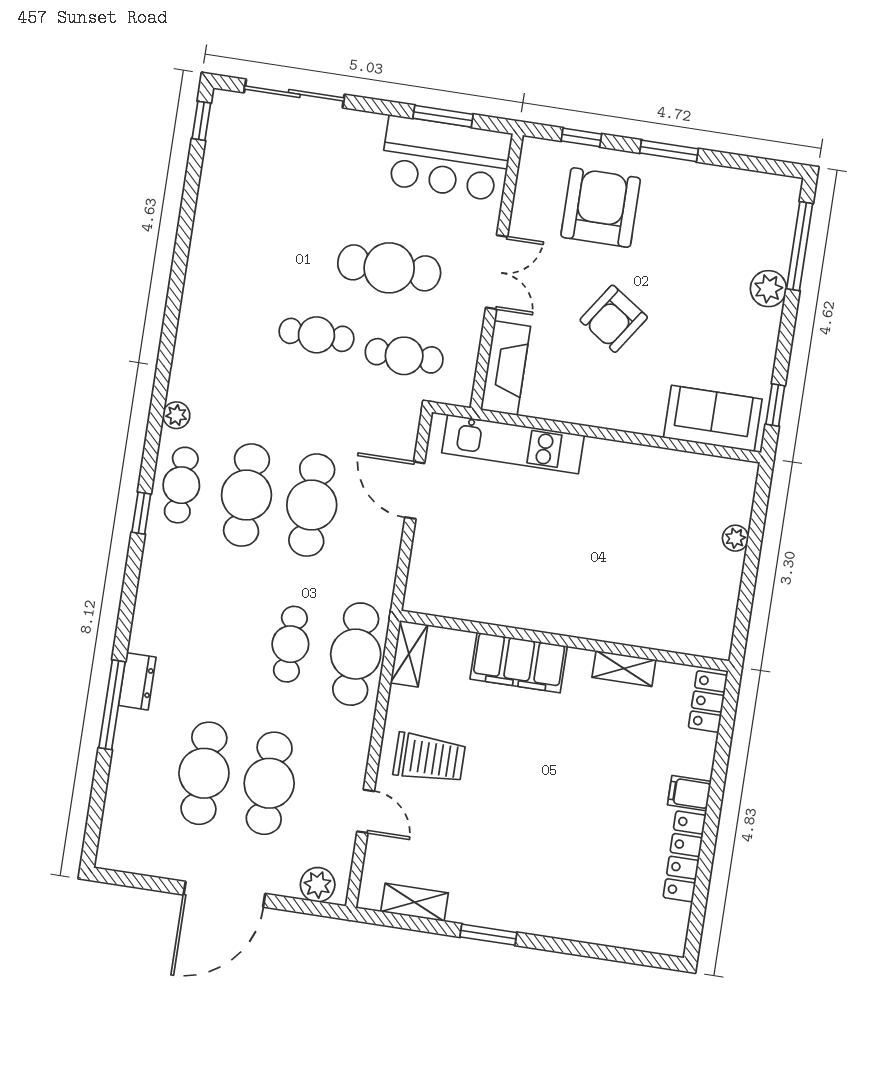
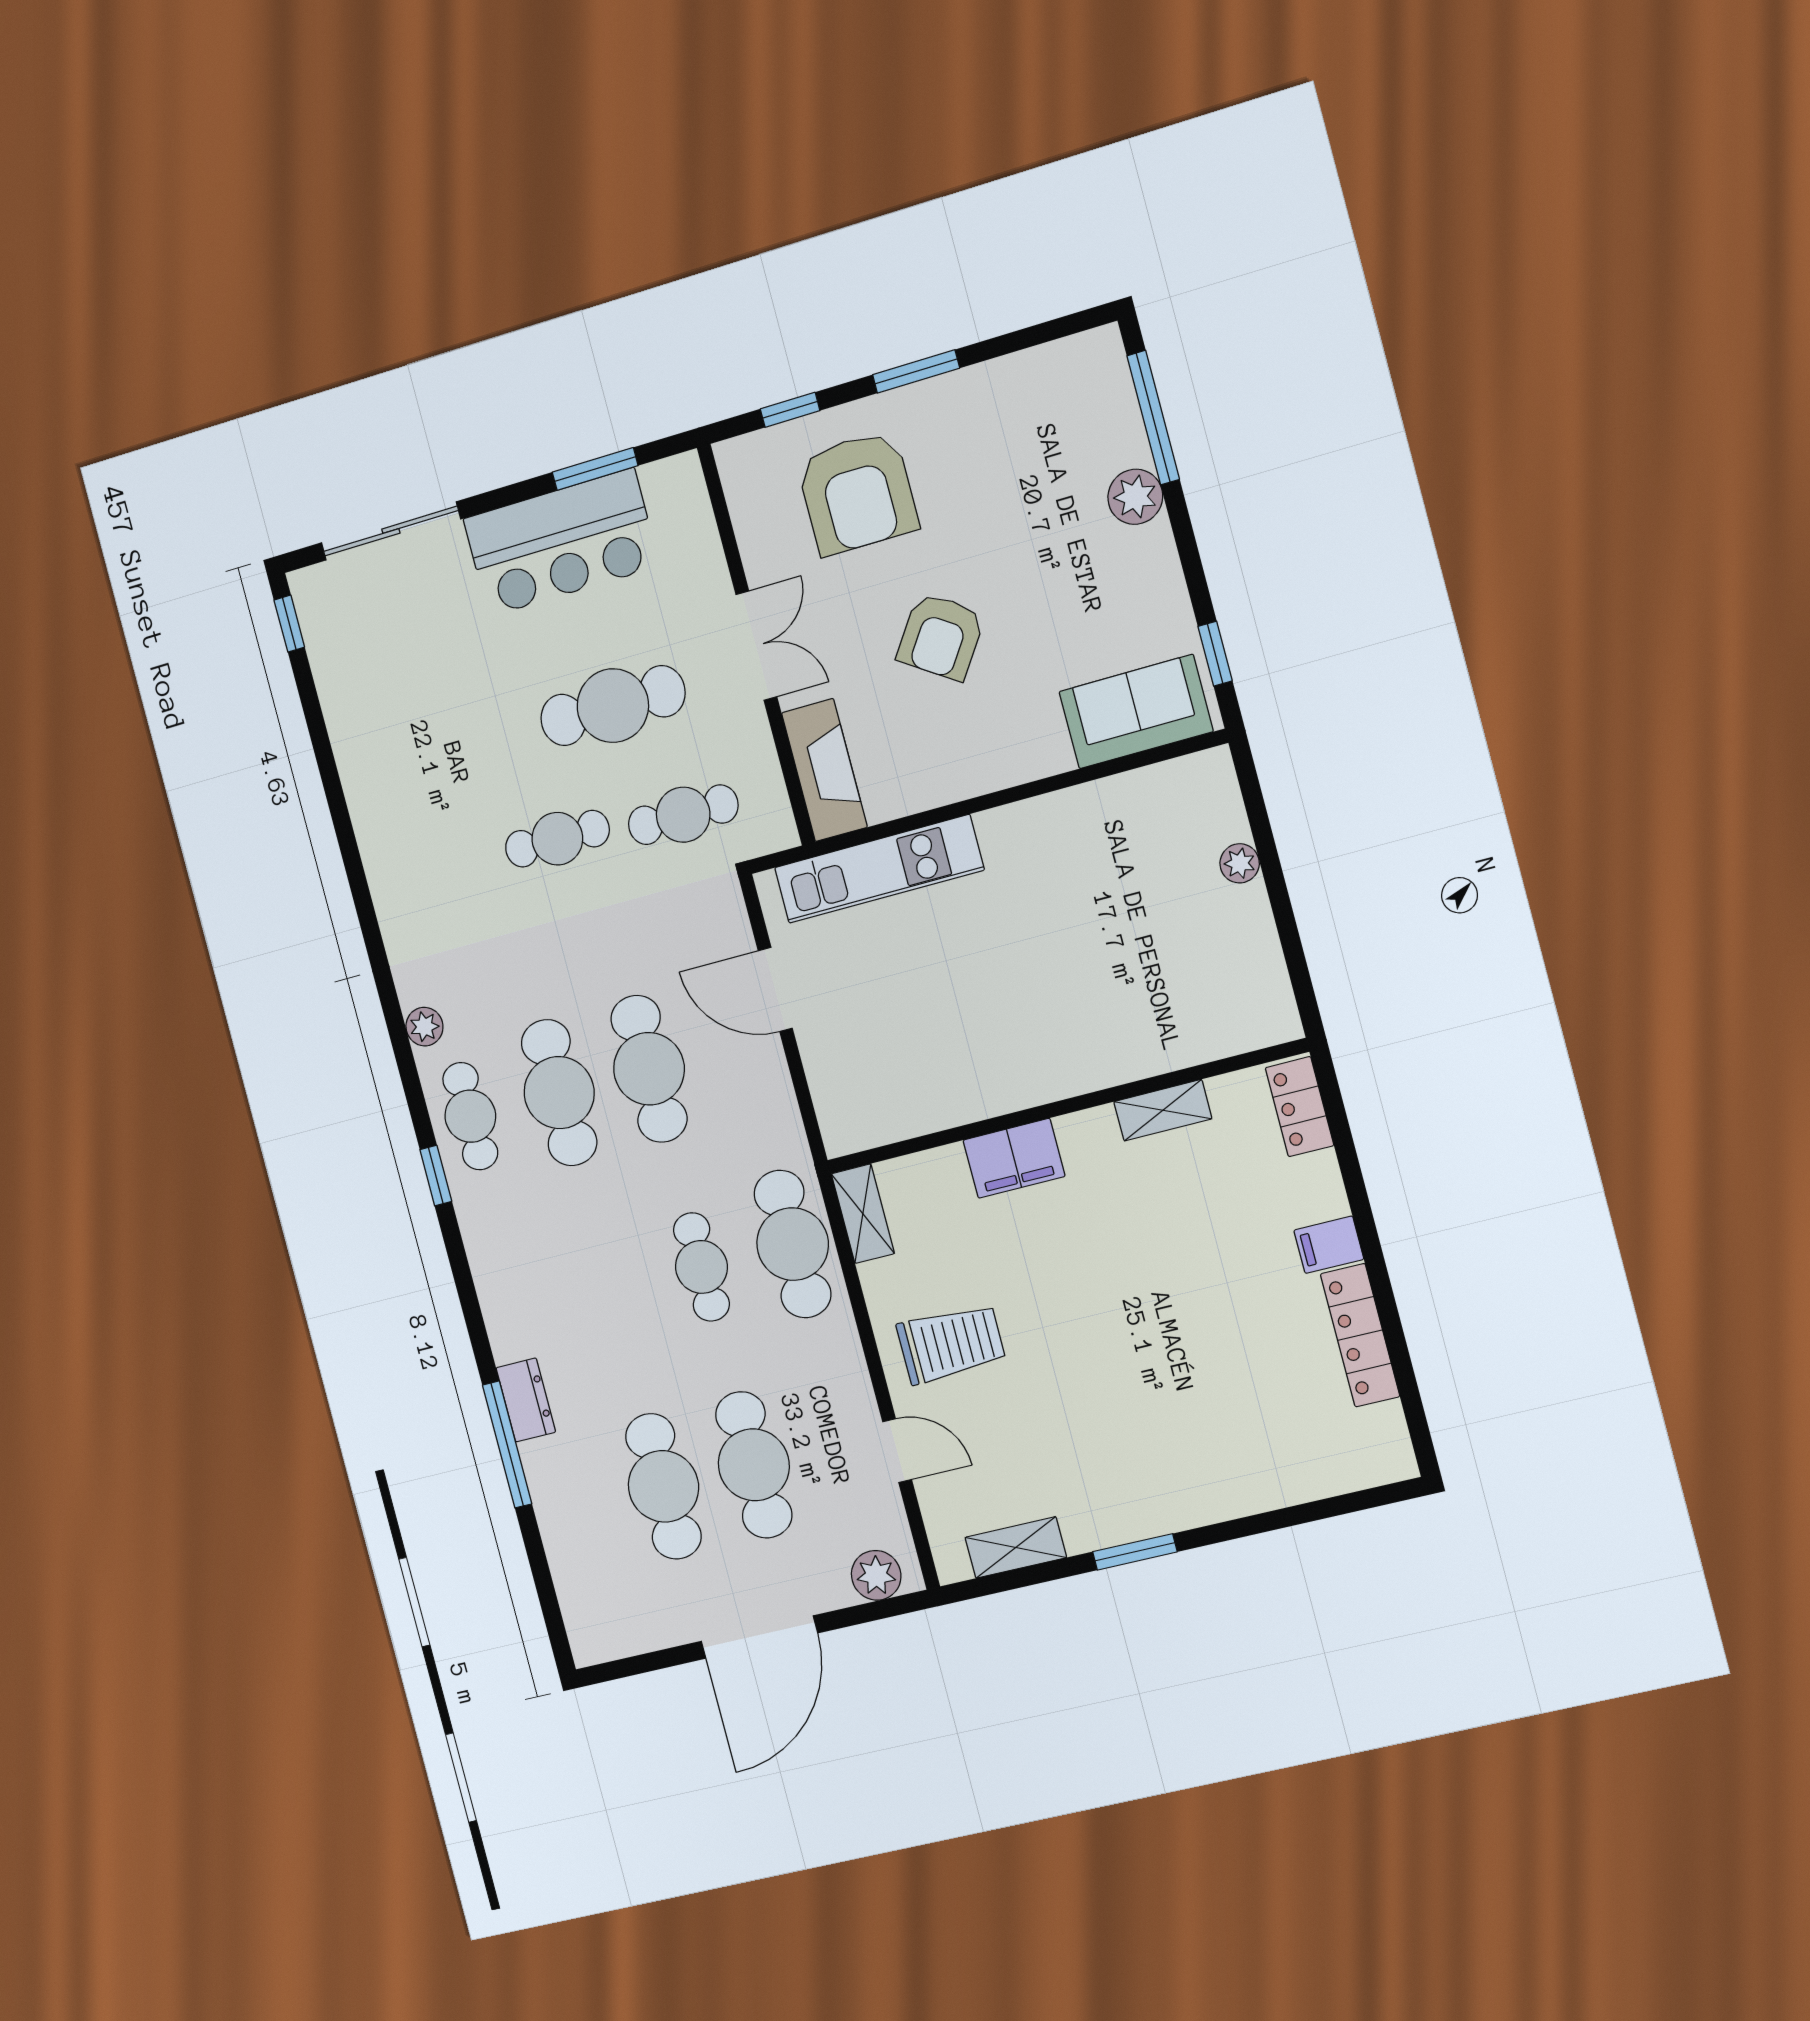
bar counter: (446, 158) -> (561, 542), moved
armchair: (601, 208) -> (857, 493), turned 180
filing cabinet: (519, 663) -> (1014, 1158), width x0.67, depth x0.86

